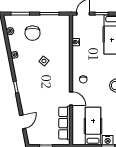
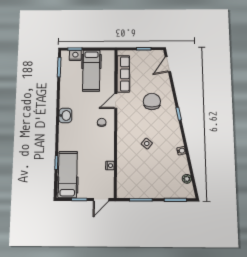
chair: (33, 33) -> (152, 101), moved
door: (71, 98) -> (116, 101), hinge flipped
door: (23, 122) -> (168, 64), moved

